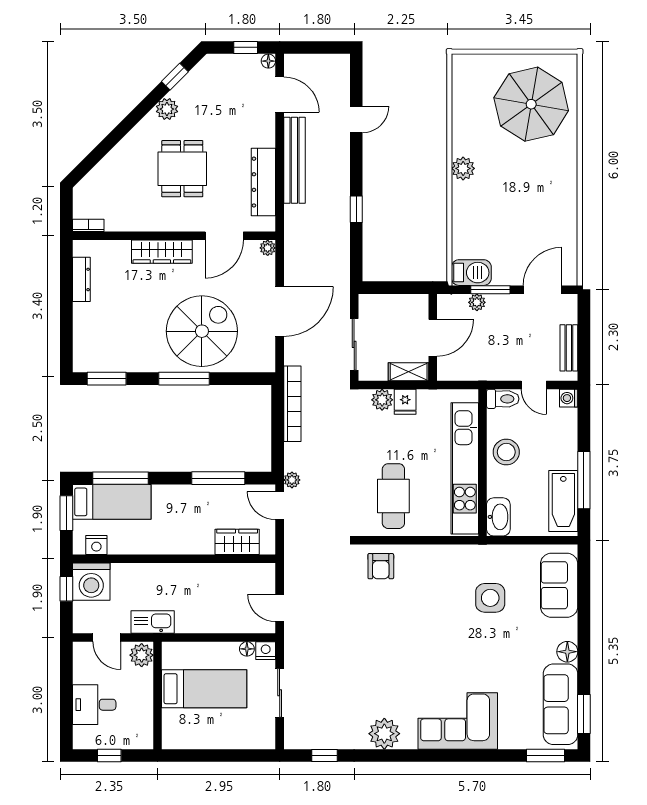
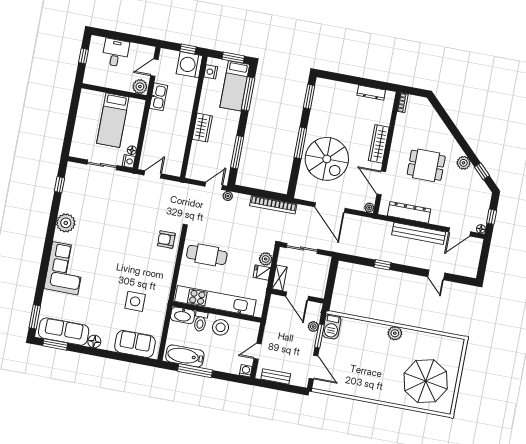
toilet: (503, 399) -> (200, 321), moved
wardrobe: (237, 542) -> (202, 128), moved

